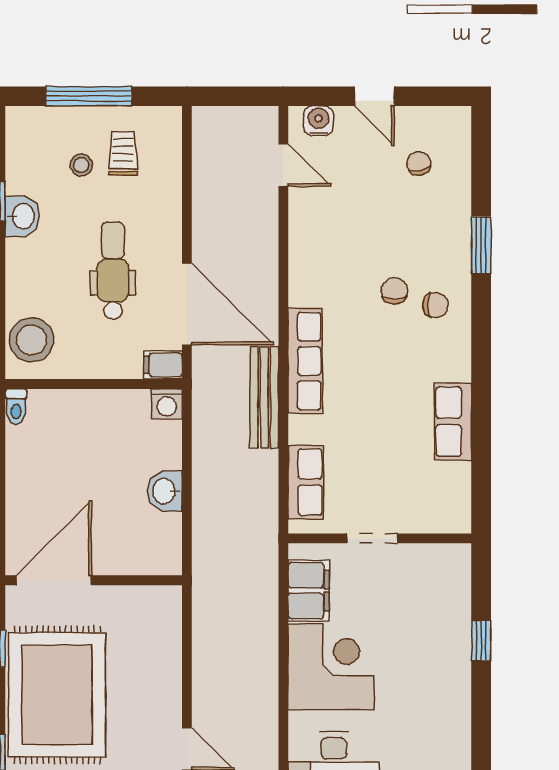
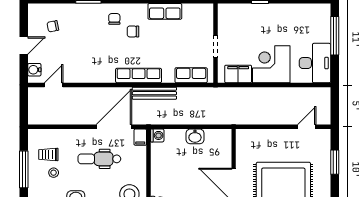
chair: (394, 291) -> (133, 31), moved

